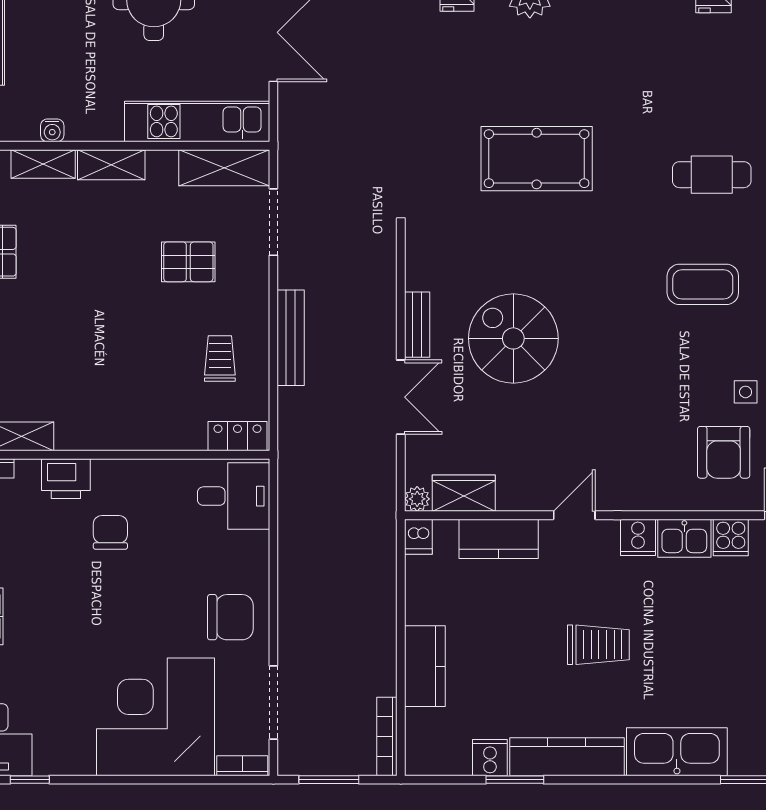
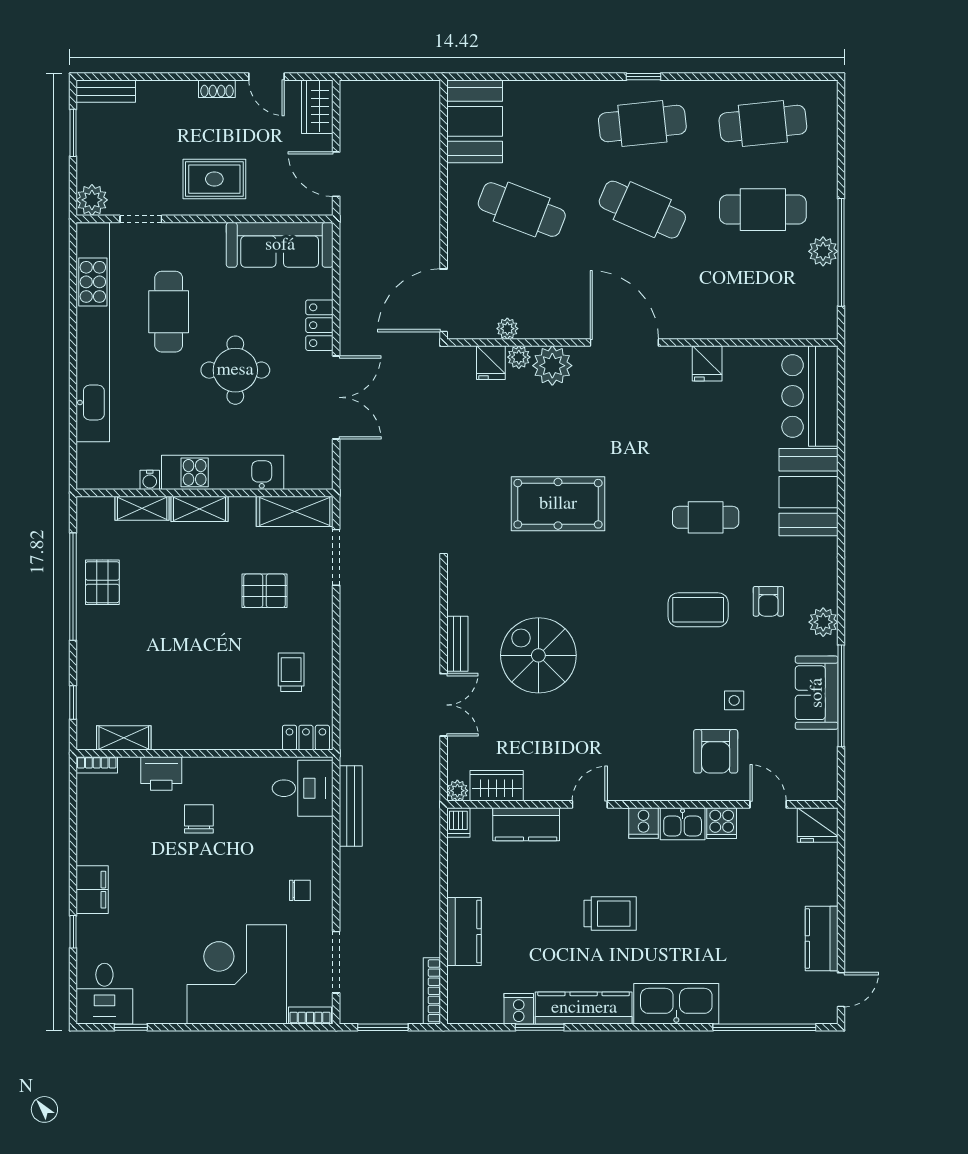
kitchen unit: (197, 121) -> (223, 472), moved
bench: (291, 338) -> (351, 806), moved
chair: (230, 617) -> (300, 890), width x0.54, depth x0.54

